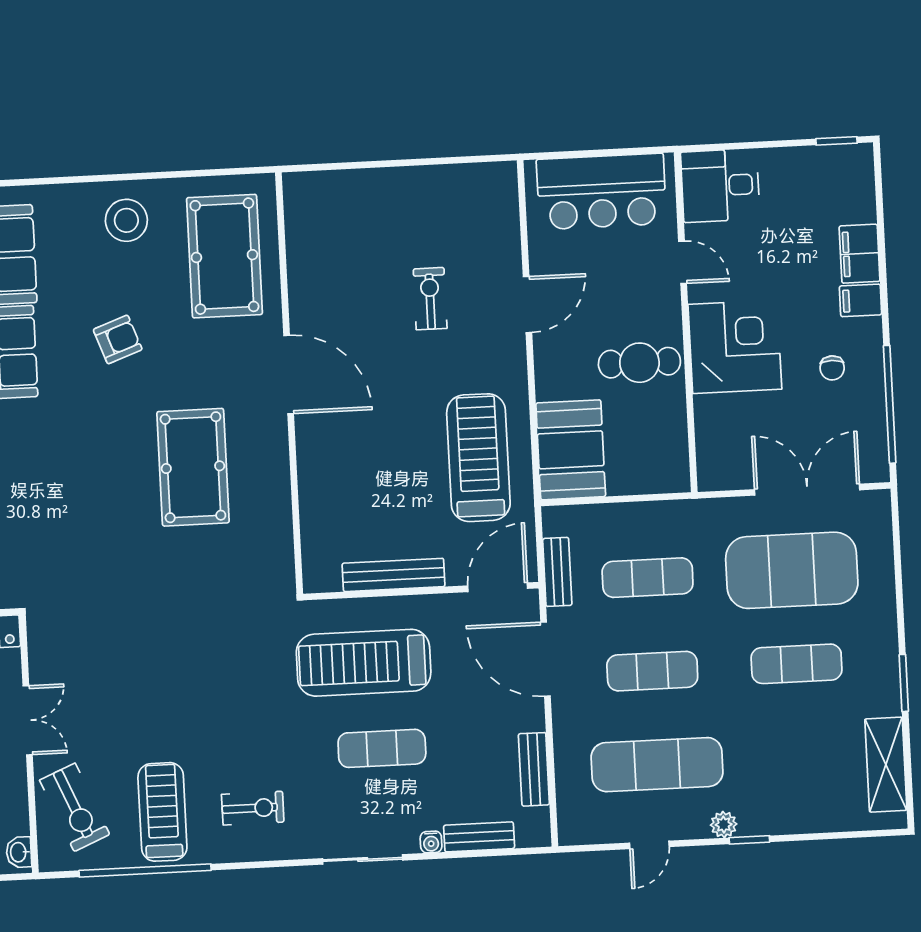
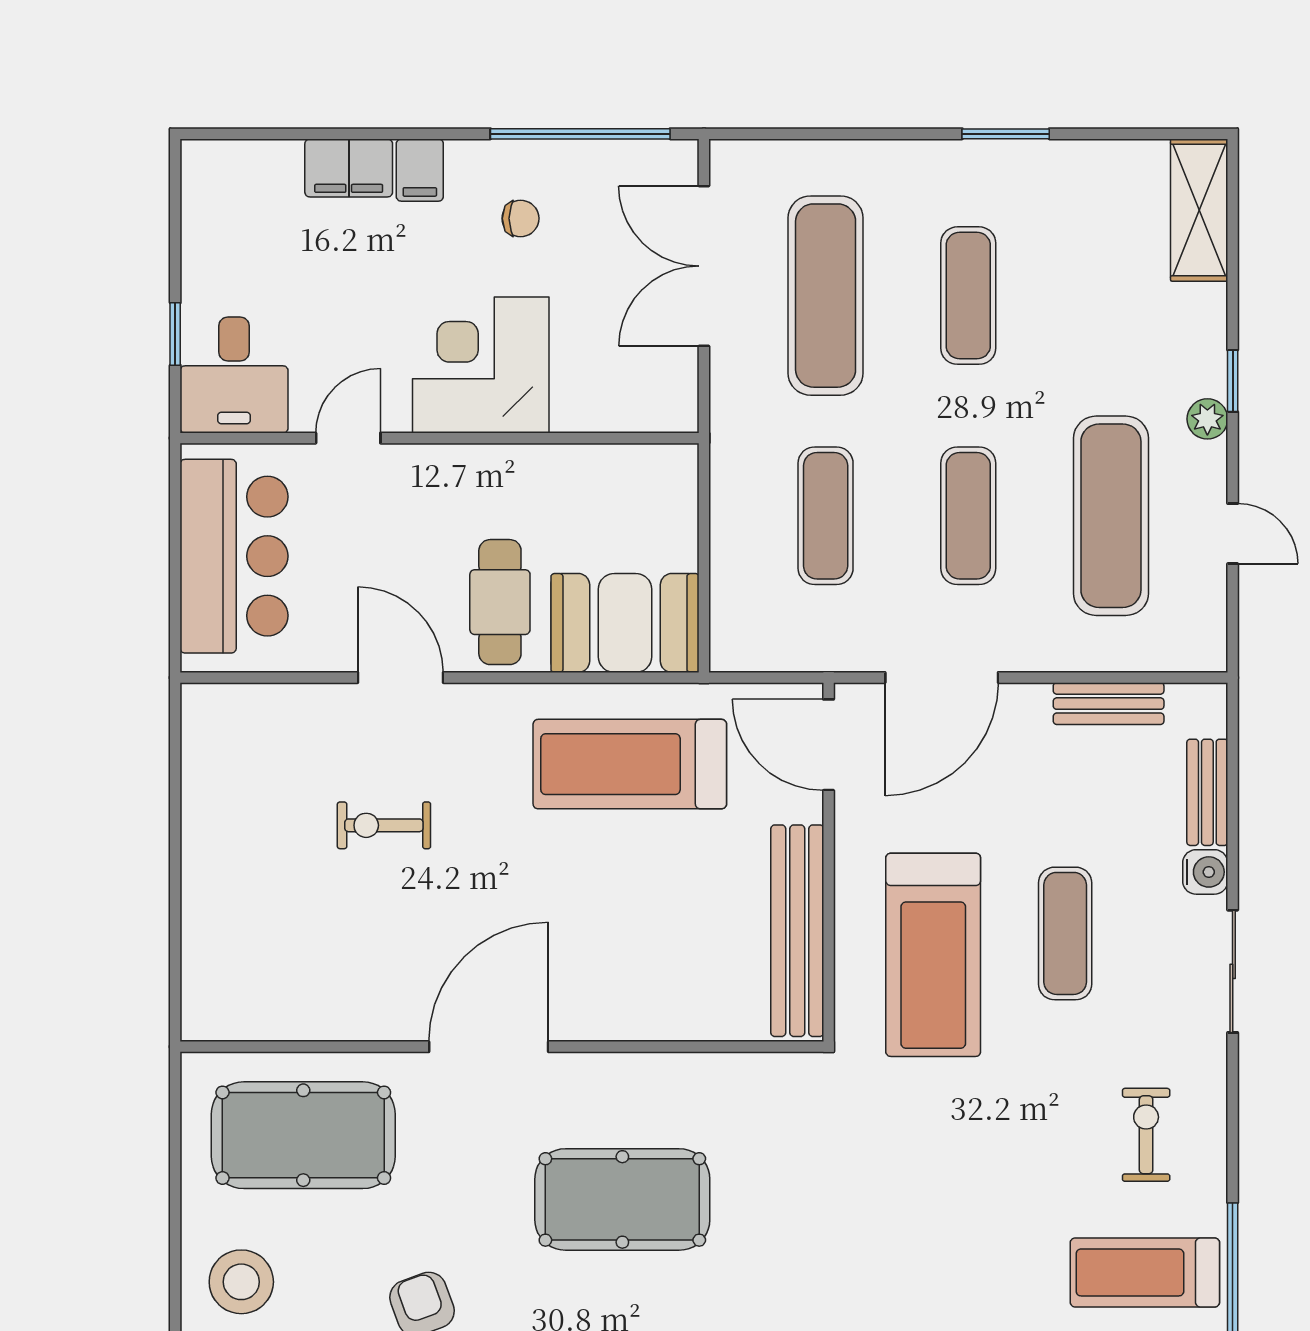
window: (837, 141) -> (175, 334), moved
cafe table: (639, 363) -> (500, 602), moved
exercise mat: (792, 570) -> (826, 296), width x0.68
bench: (557, 572) -> (810, 653), removed
bench: (394, 575) -> (797, 931), width x1.37, depth x1.21
shelving: (886, 765) -> (1199, 210), moved, turned 90
water cooler: (431, 842) -> (1205, 872), width x1.38, depth x1.38

